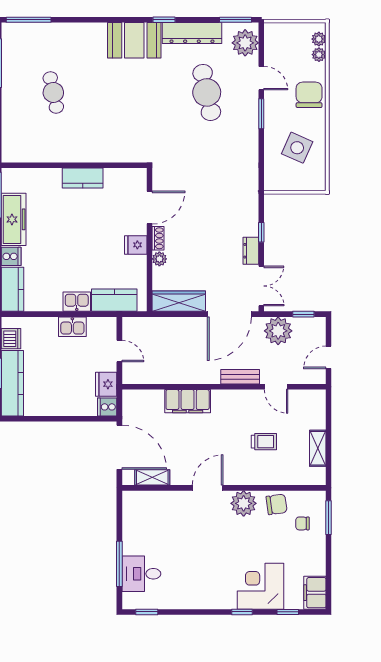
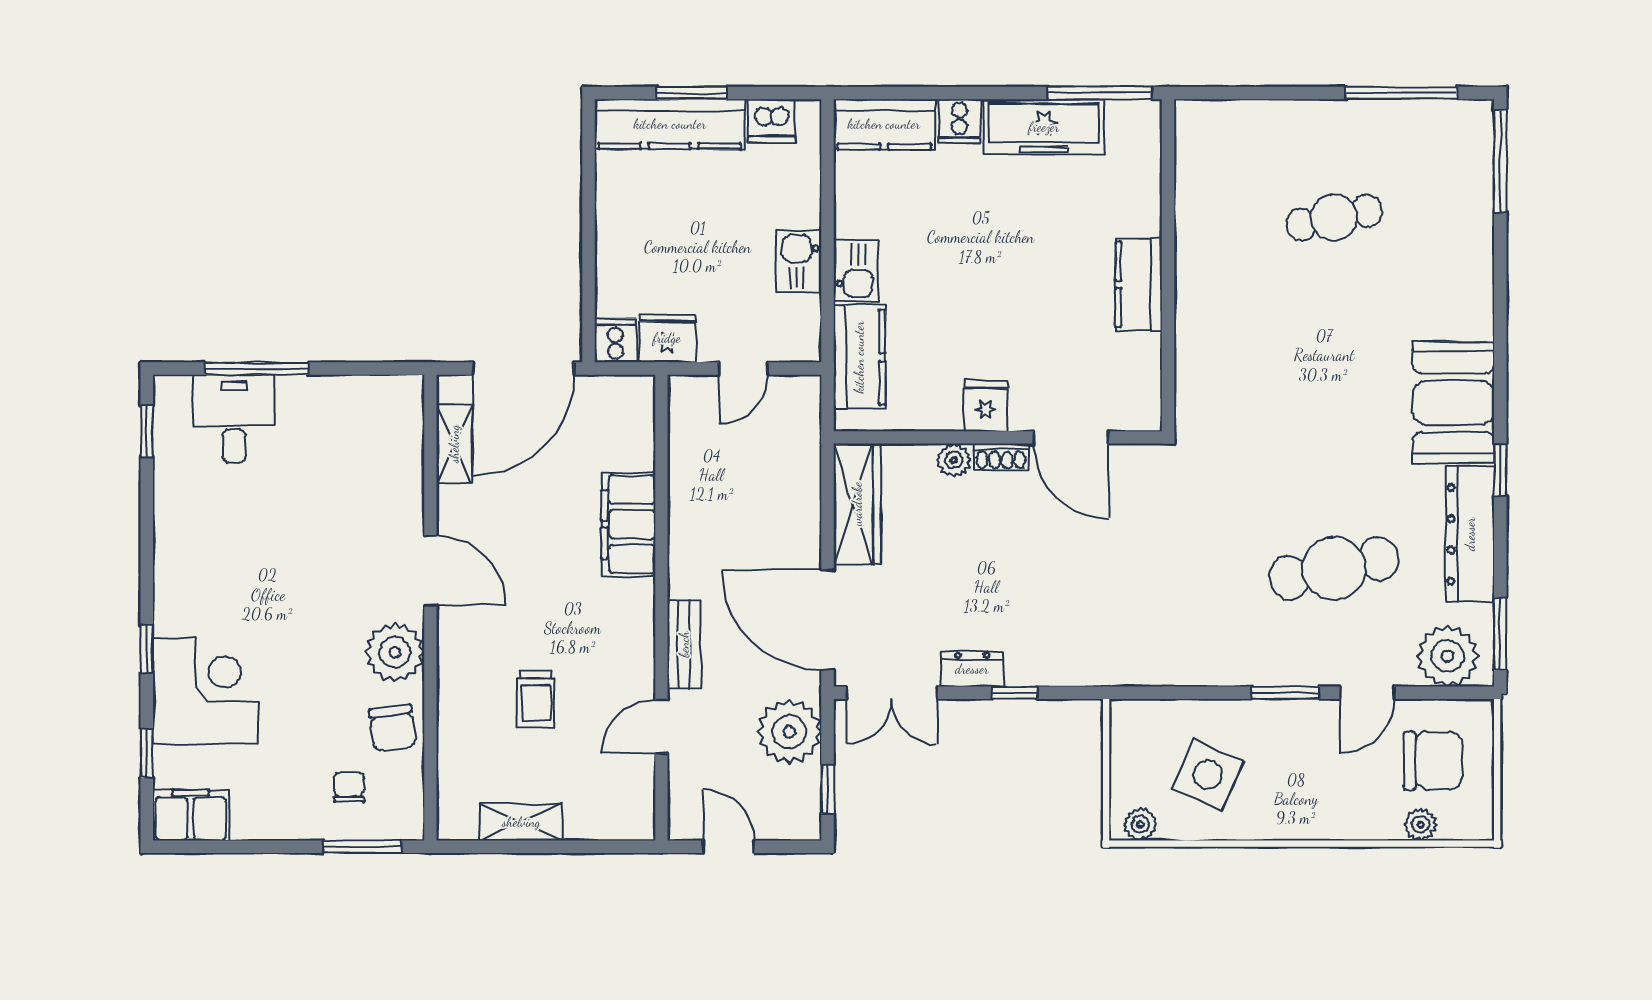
plant: (319, 39) -> (1140, 824), moved
chair: (309, 95) -> (1433, 761), moved

